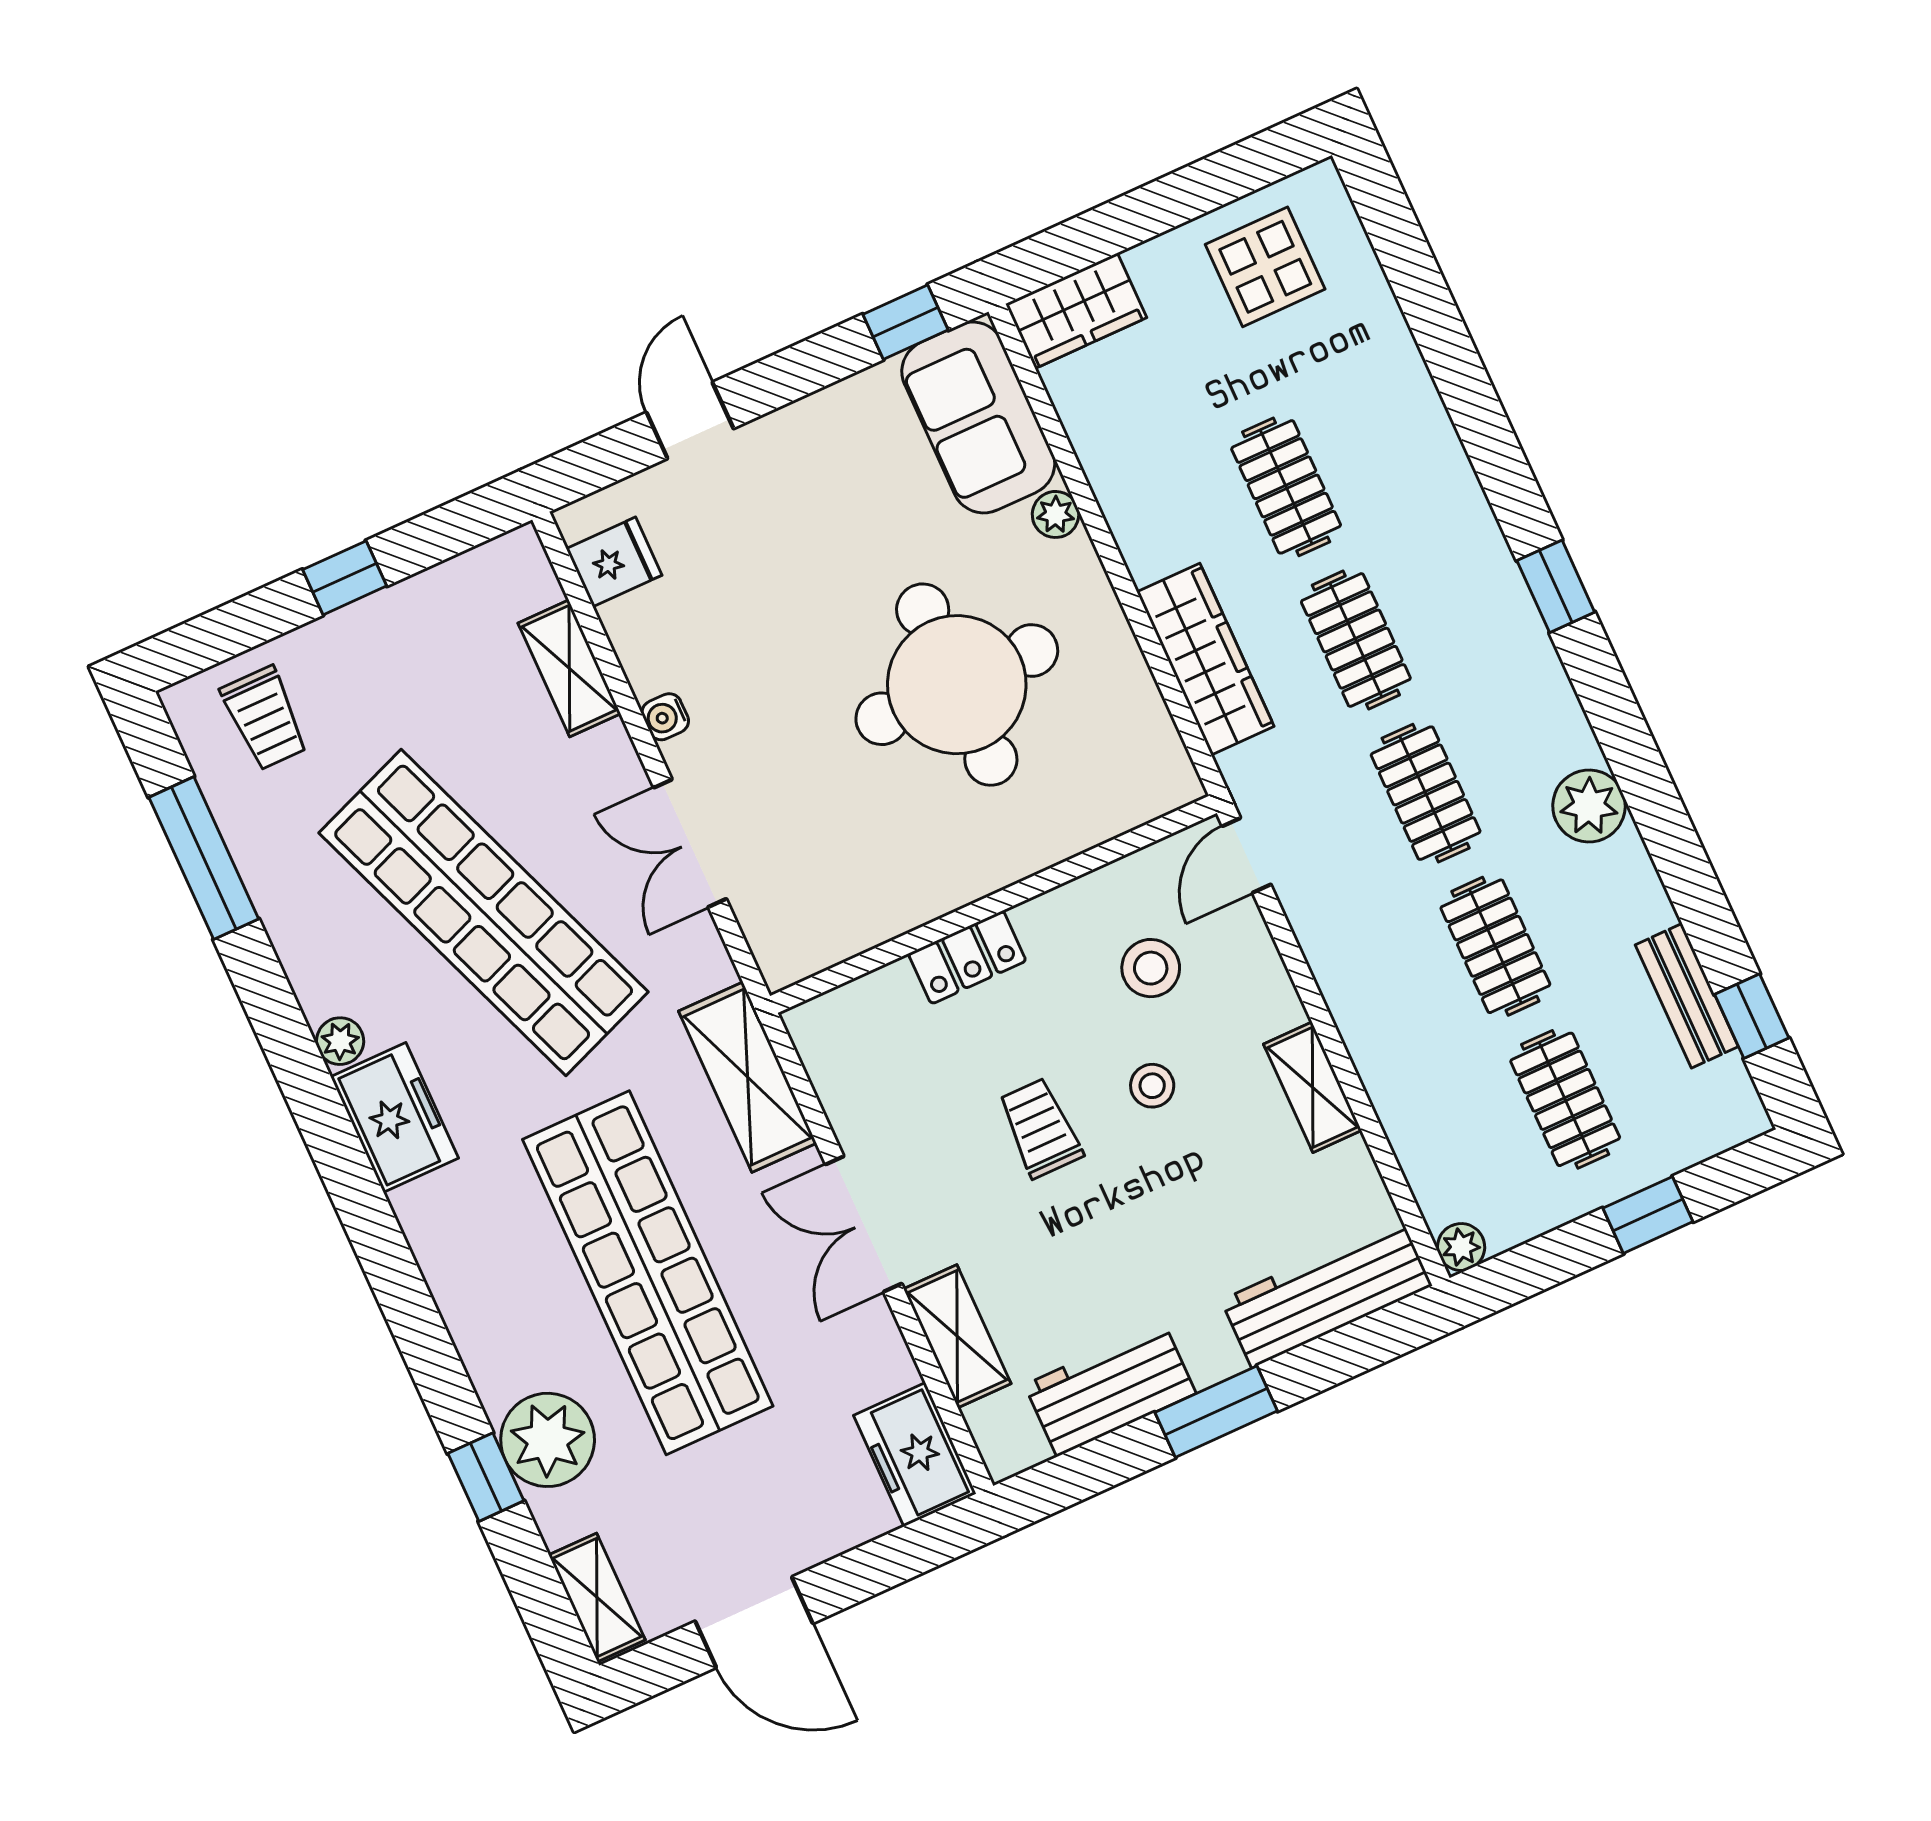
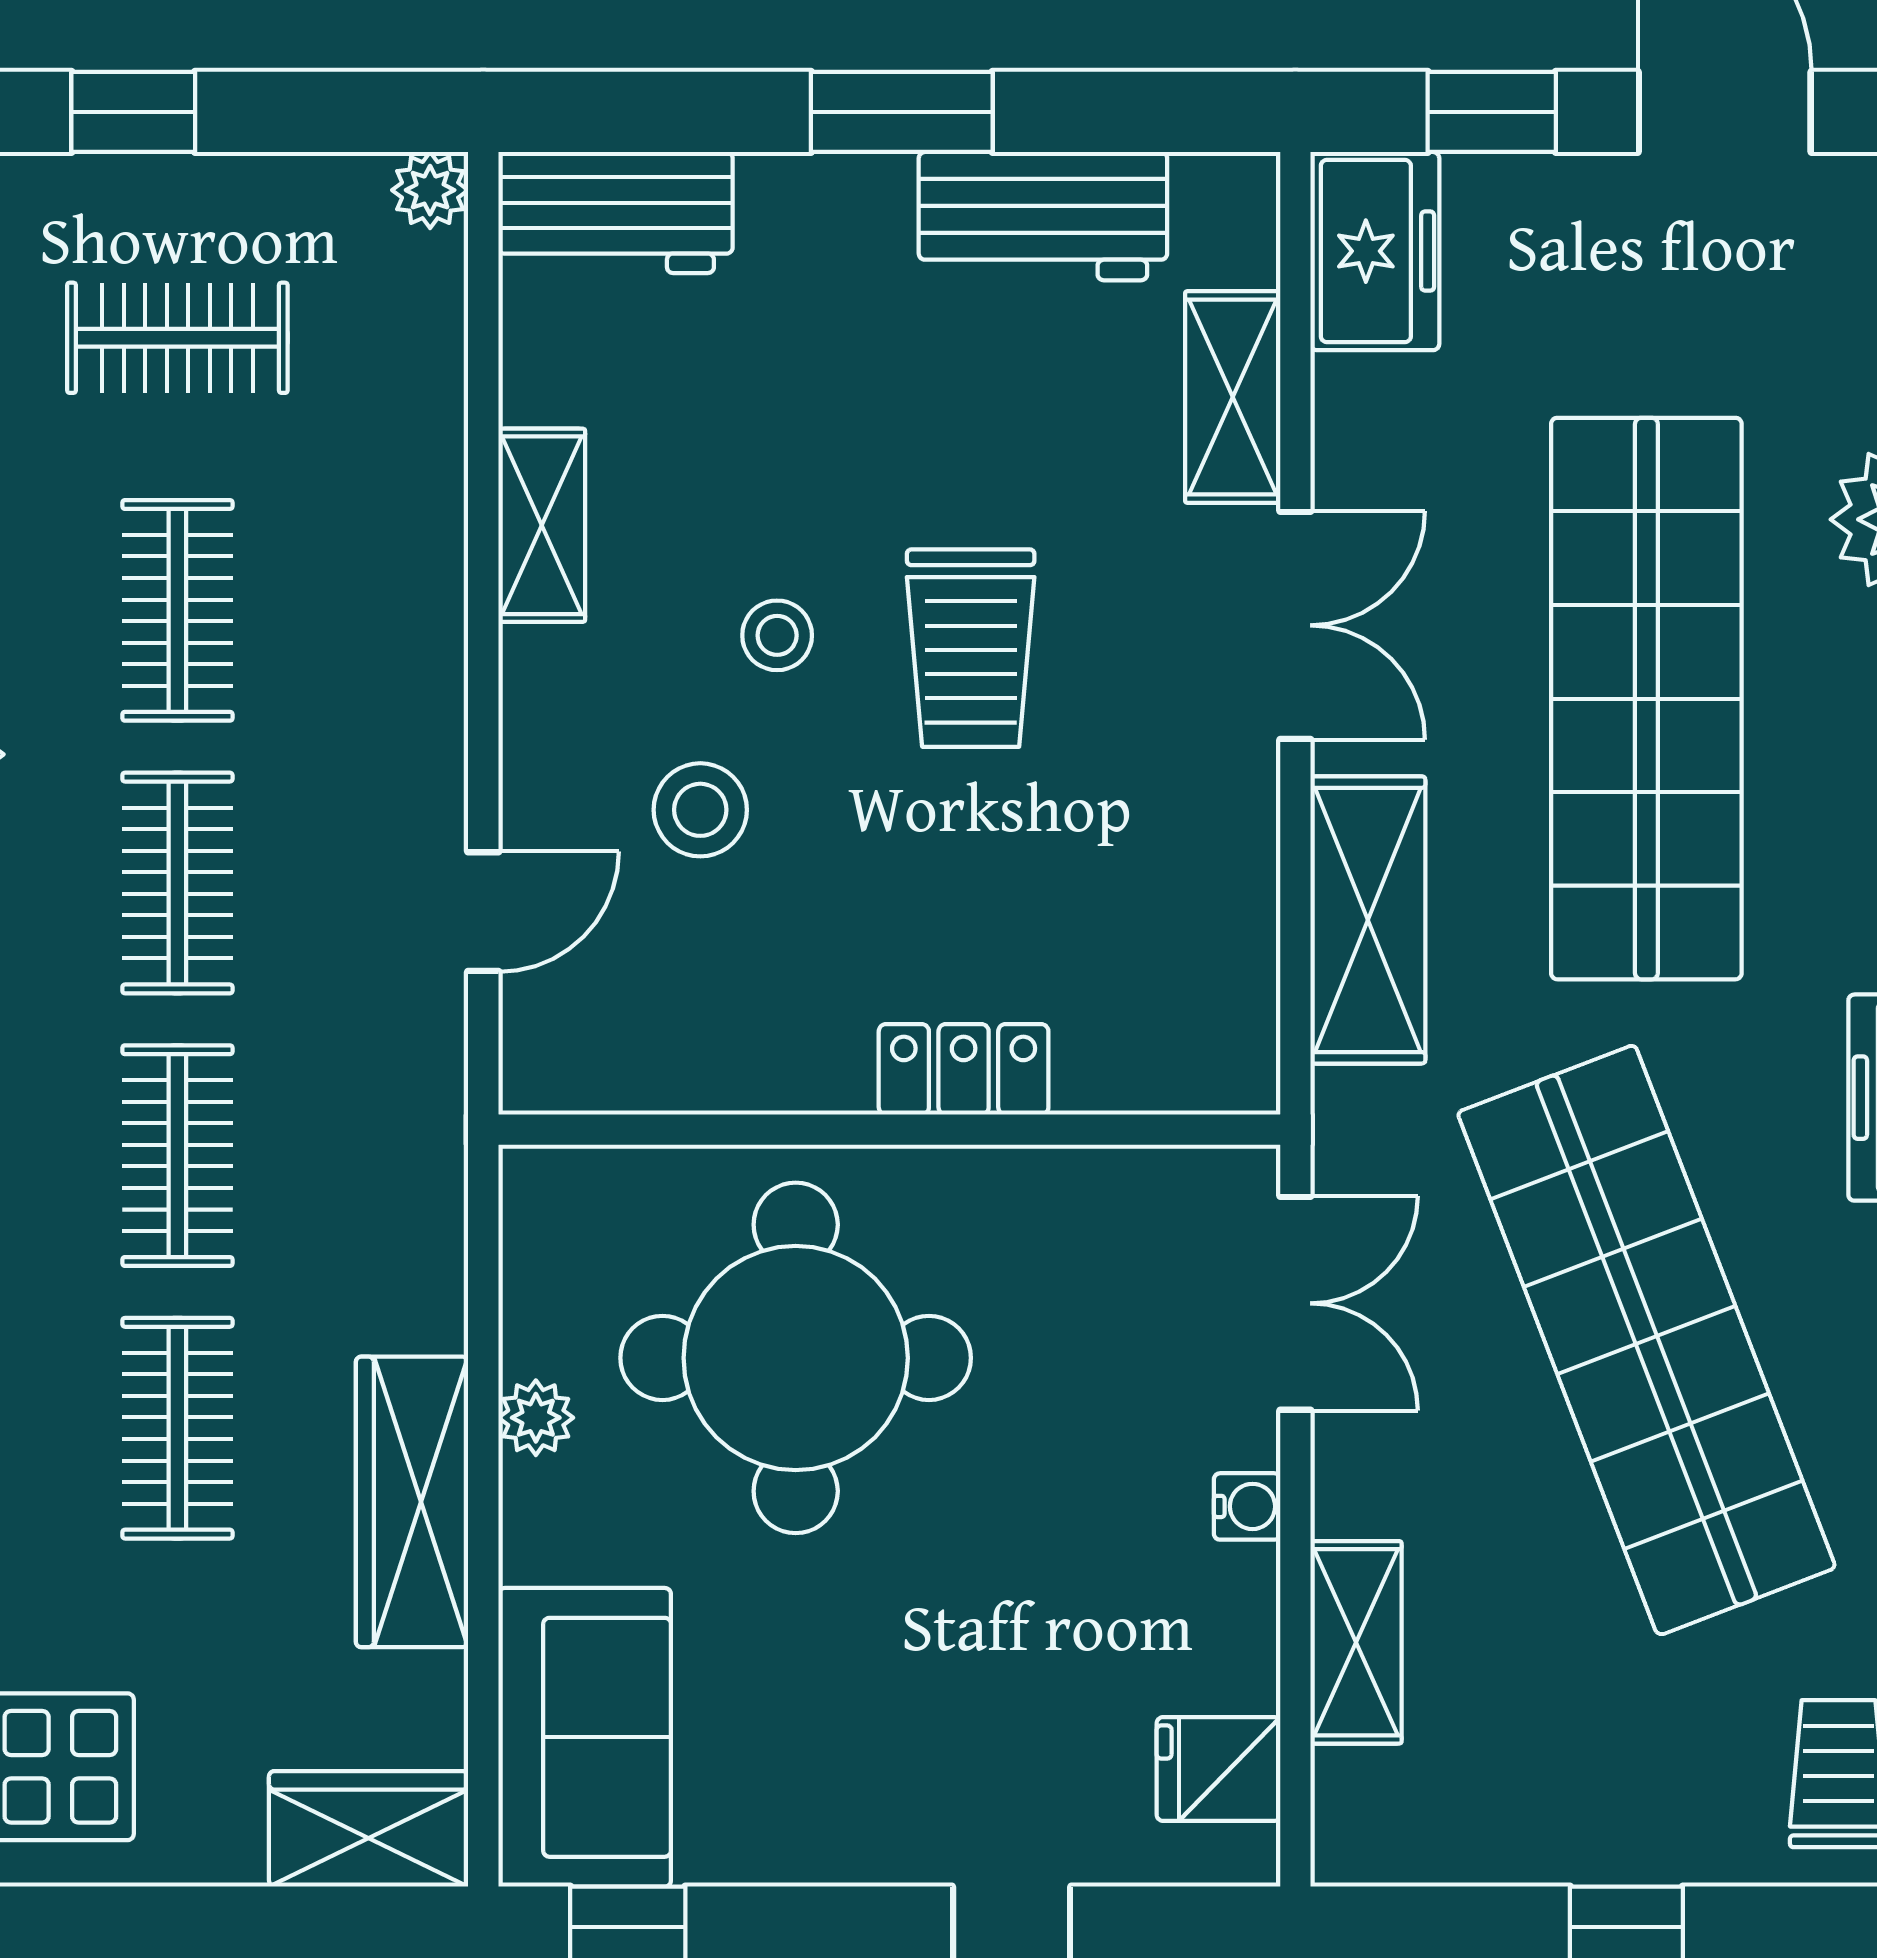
plant: (1056, 514) -> (536, 1418), moved
wardrobe: (1205, 659) -> (412, 1502), moved
wall: (993, 904) -> (889, 1130), moved
locker: (967, 957) -> (964, 1069), moved
clothes rail: (1565, 1099) -> (177, 338), turned 90
trolley: (1040, 1128) -> (971, 648), width x1.36, depth x1.39
workbench: (1327, 1293) -> (615, 212), width x0.73
window: (885, 1563) -> (1492, 112), added

